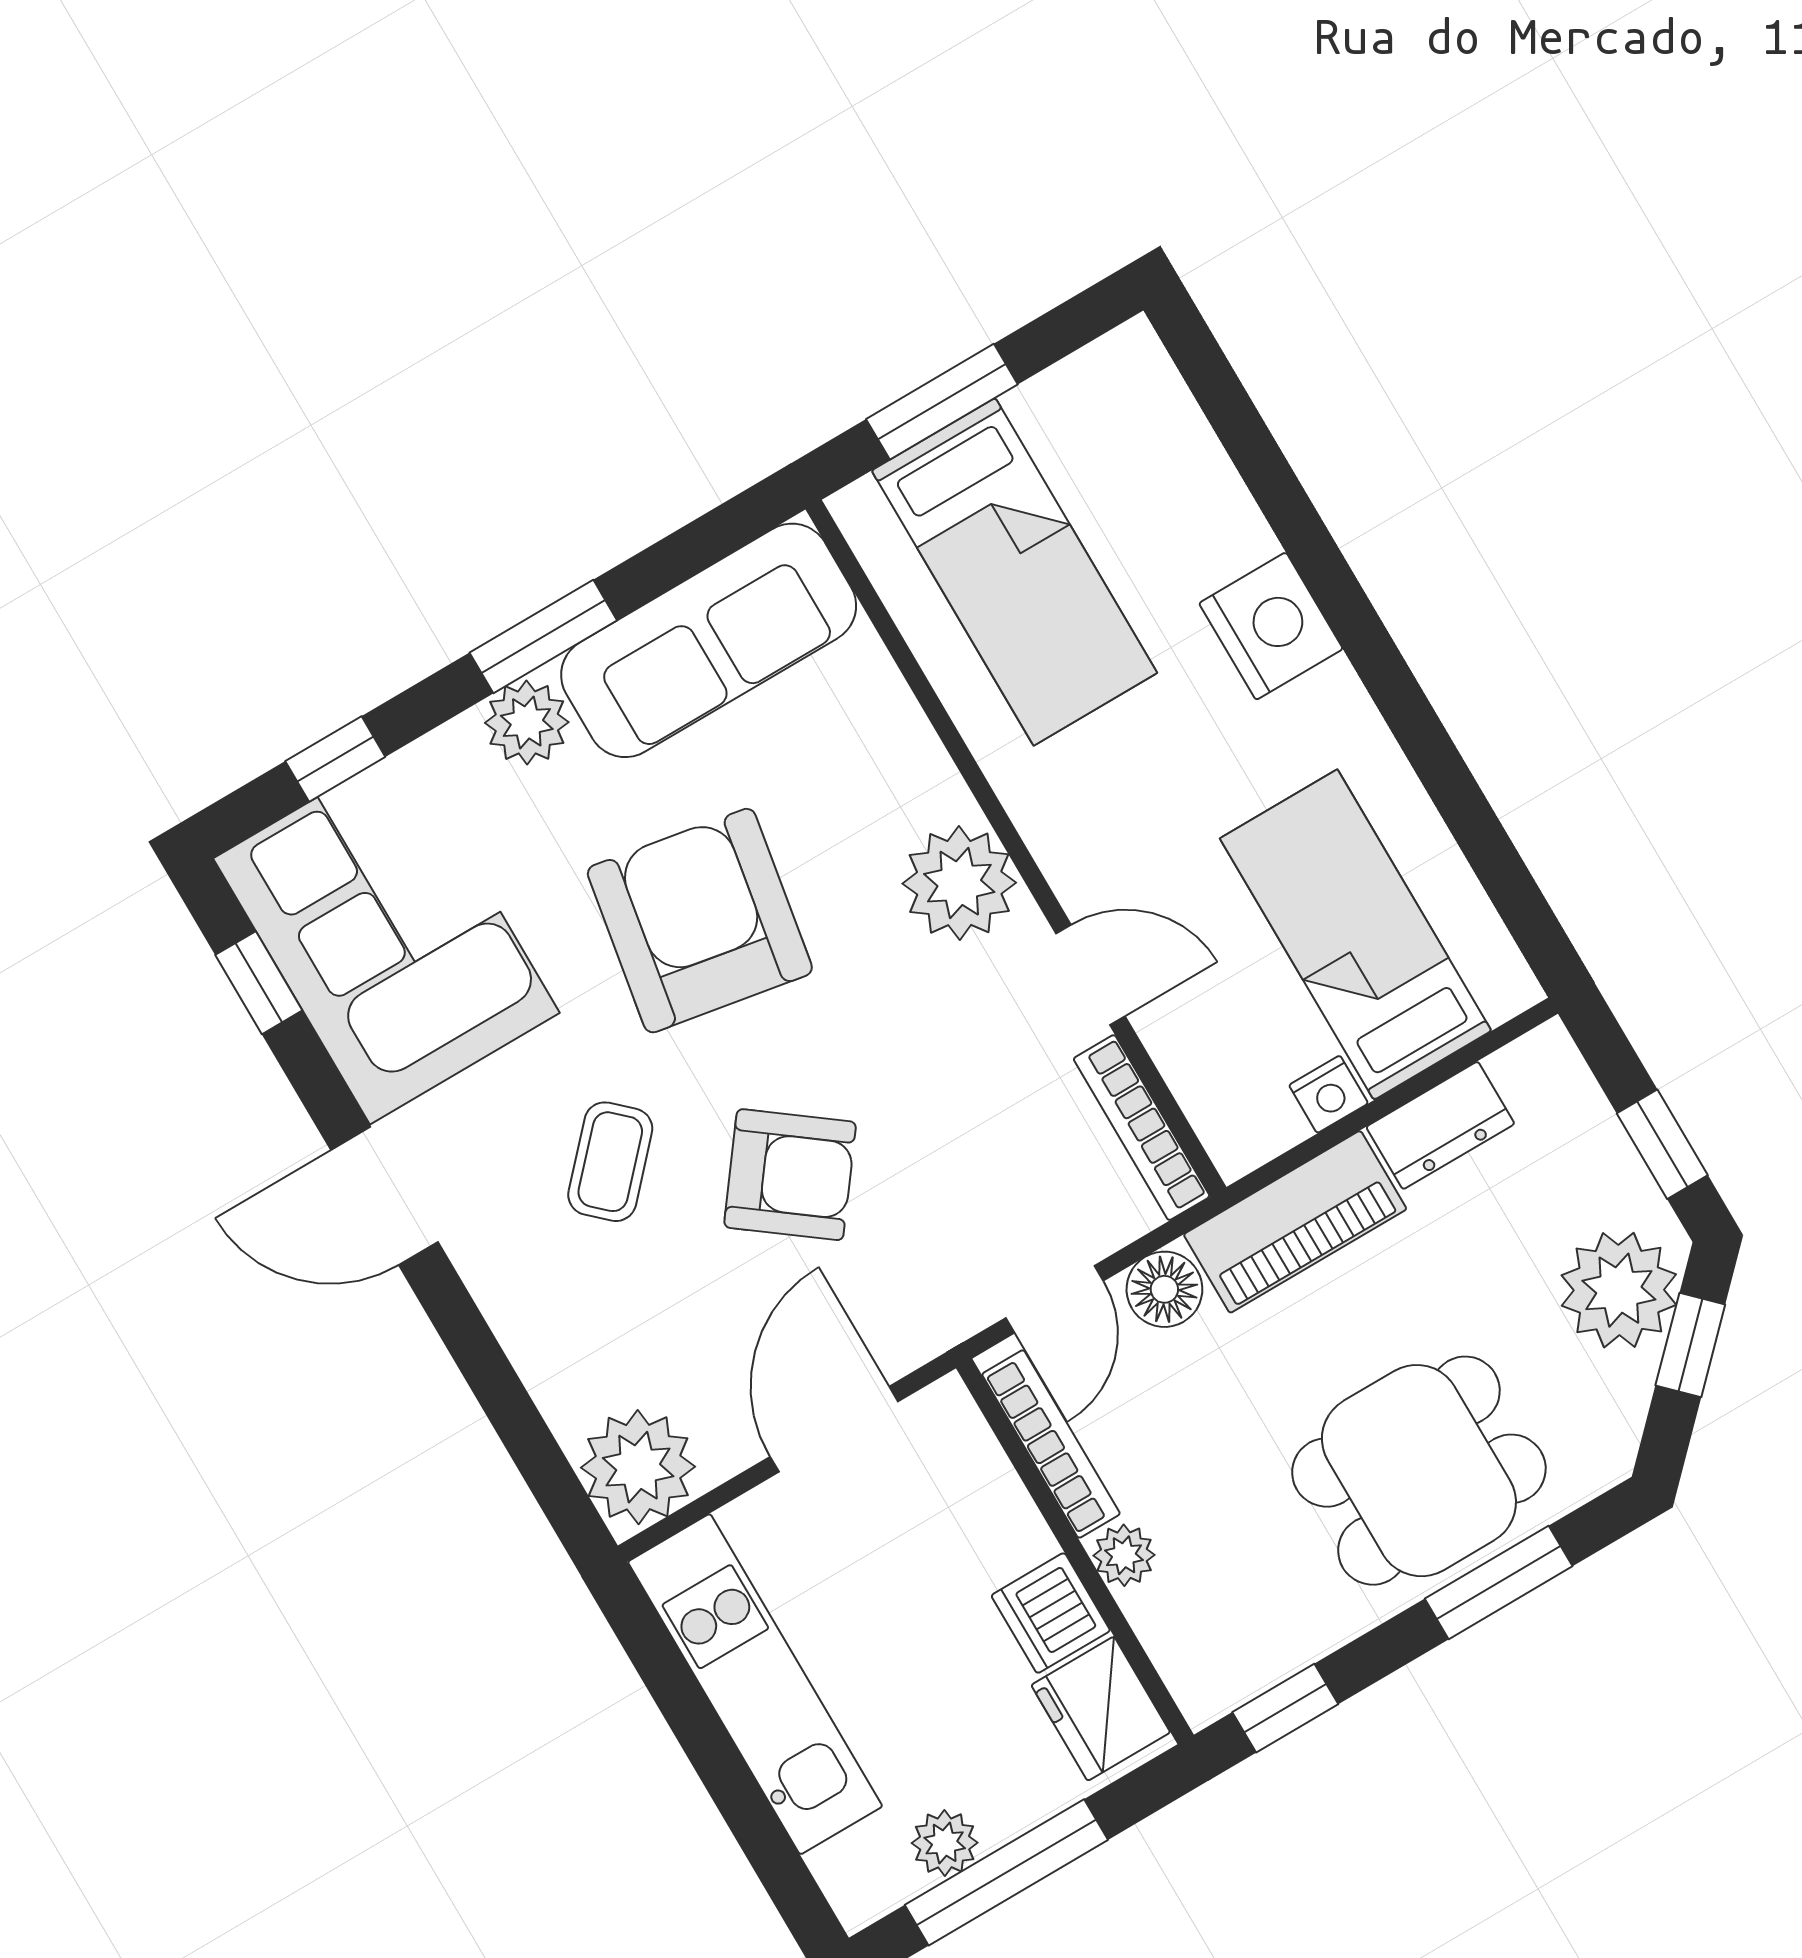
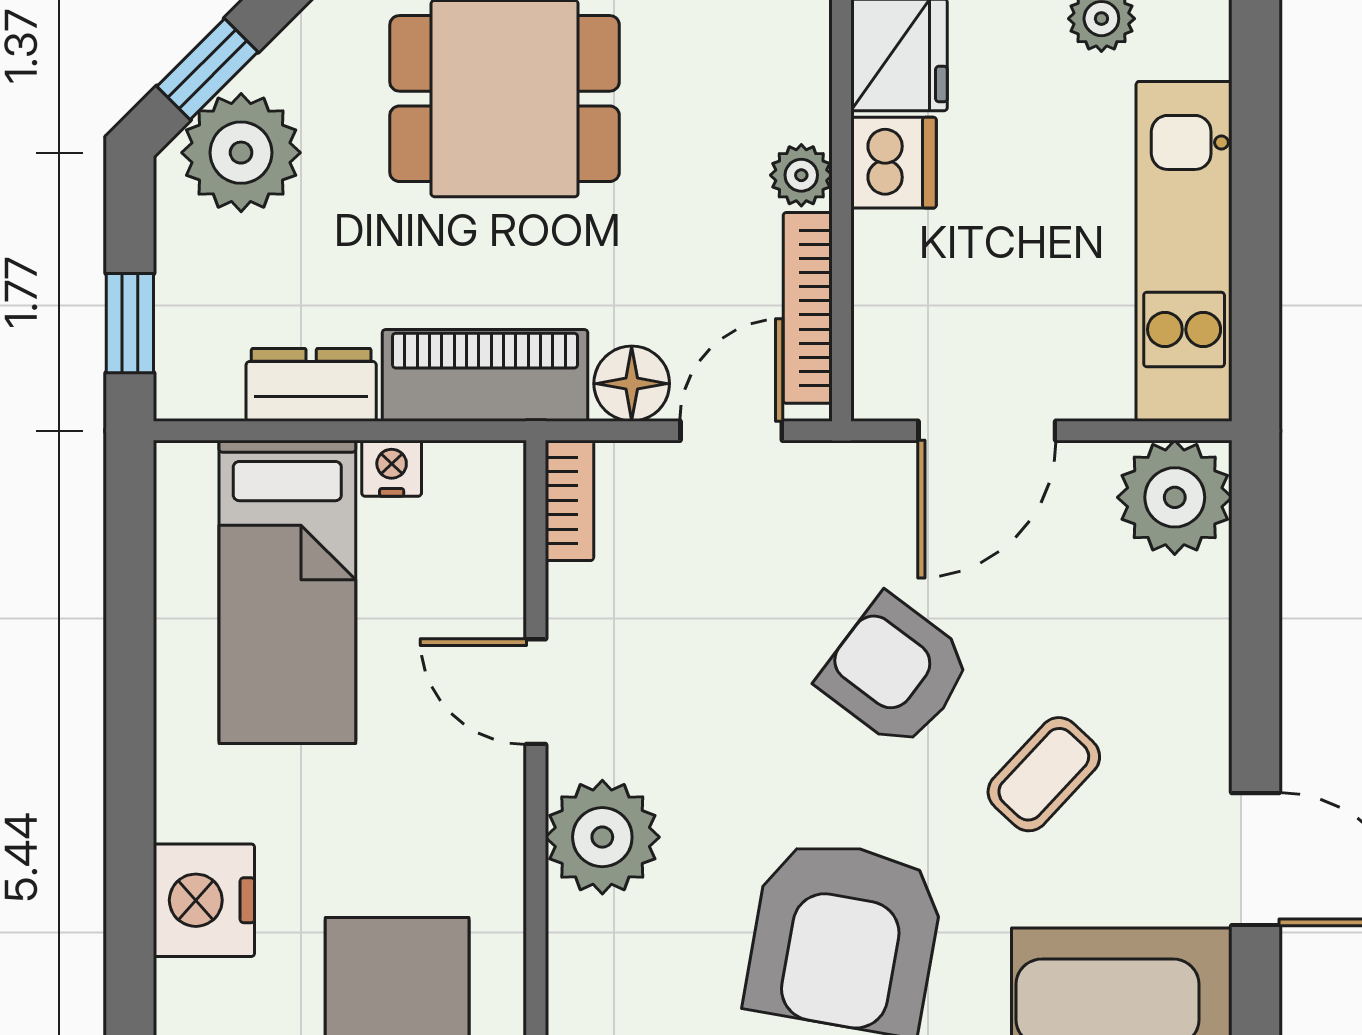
bookcase: (1142, 1128) -> (569, 500), width x0.64
window: (1662, 1144) -> (130, 323), moved

